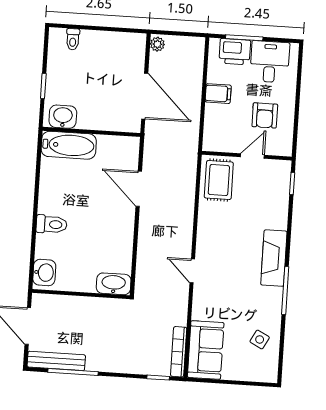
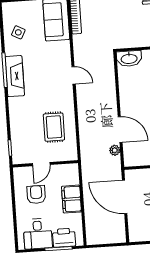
plant: (157, 44) -> (115, 150), moved
filing cabinet: (218, 94) -> (71, 199), width x2.00
rug: (219, 180) -> (54, 127), moved
fireplace: (274, 258) -> (15, 76), moved

